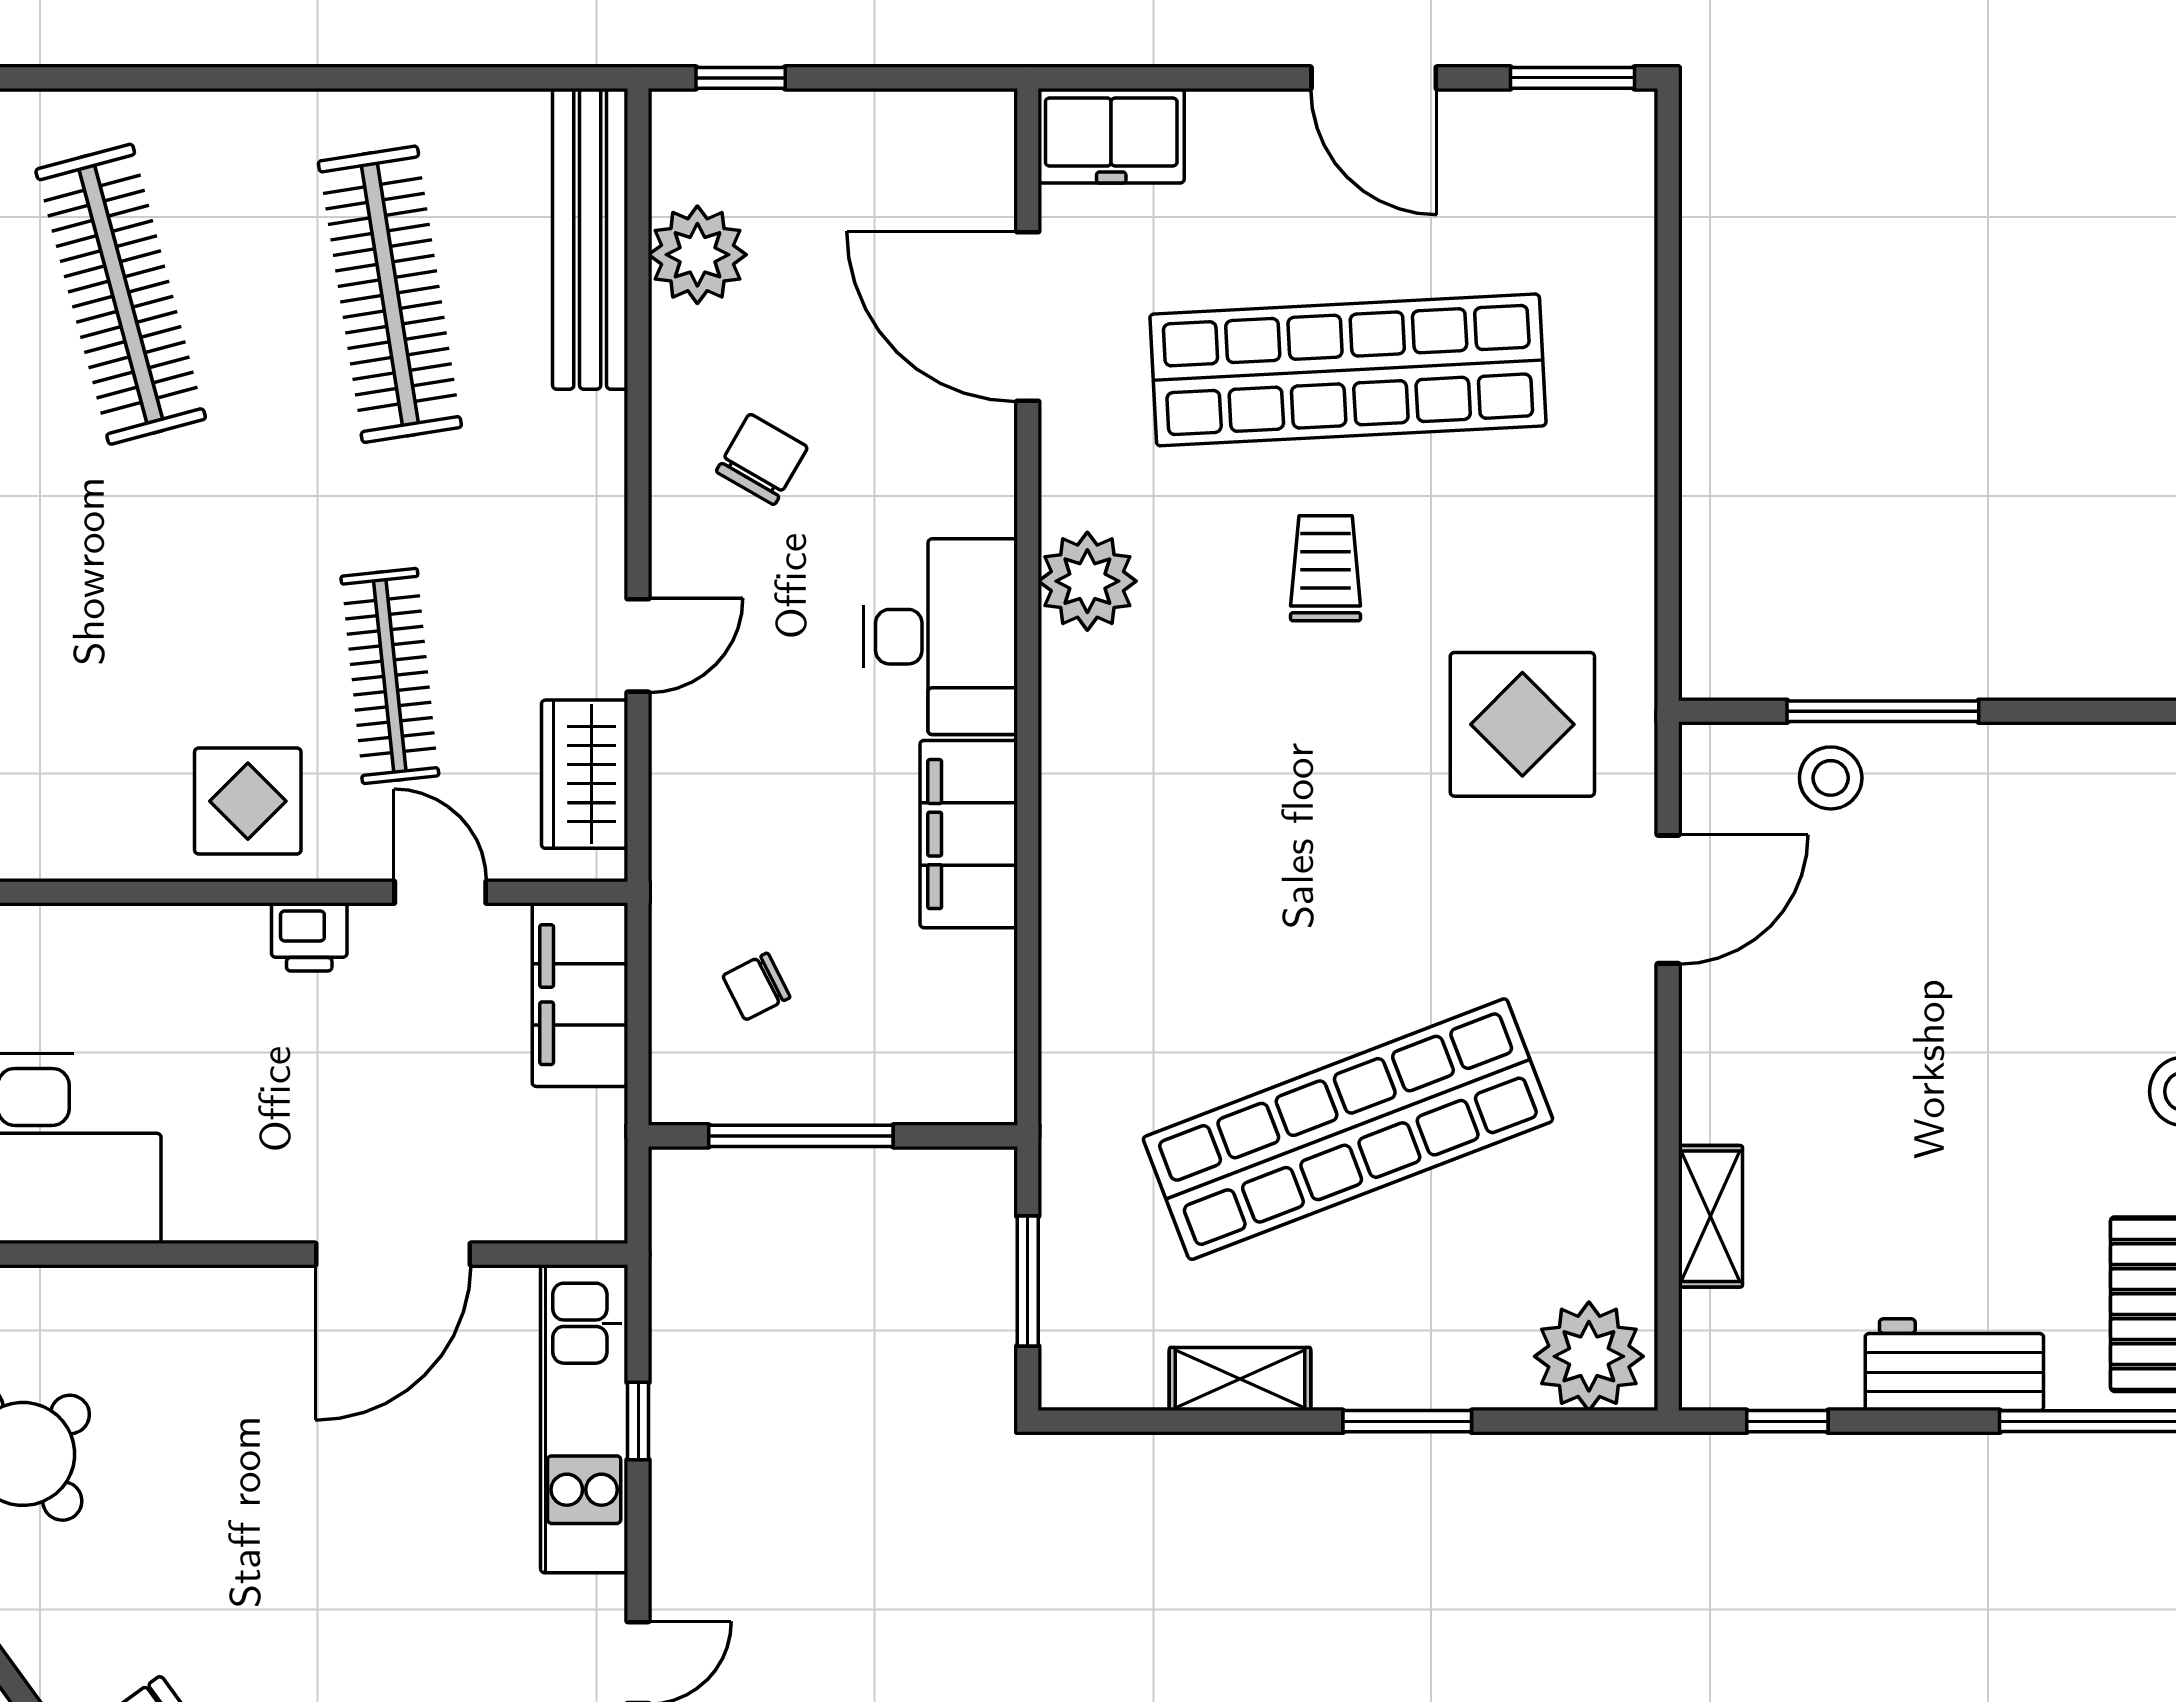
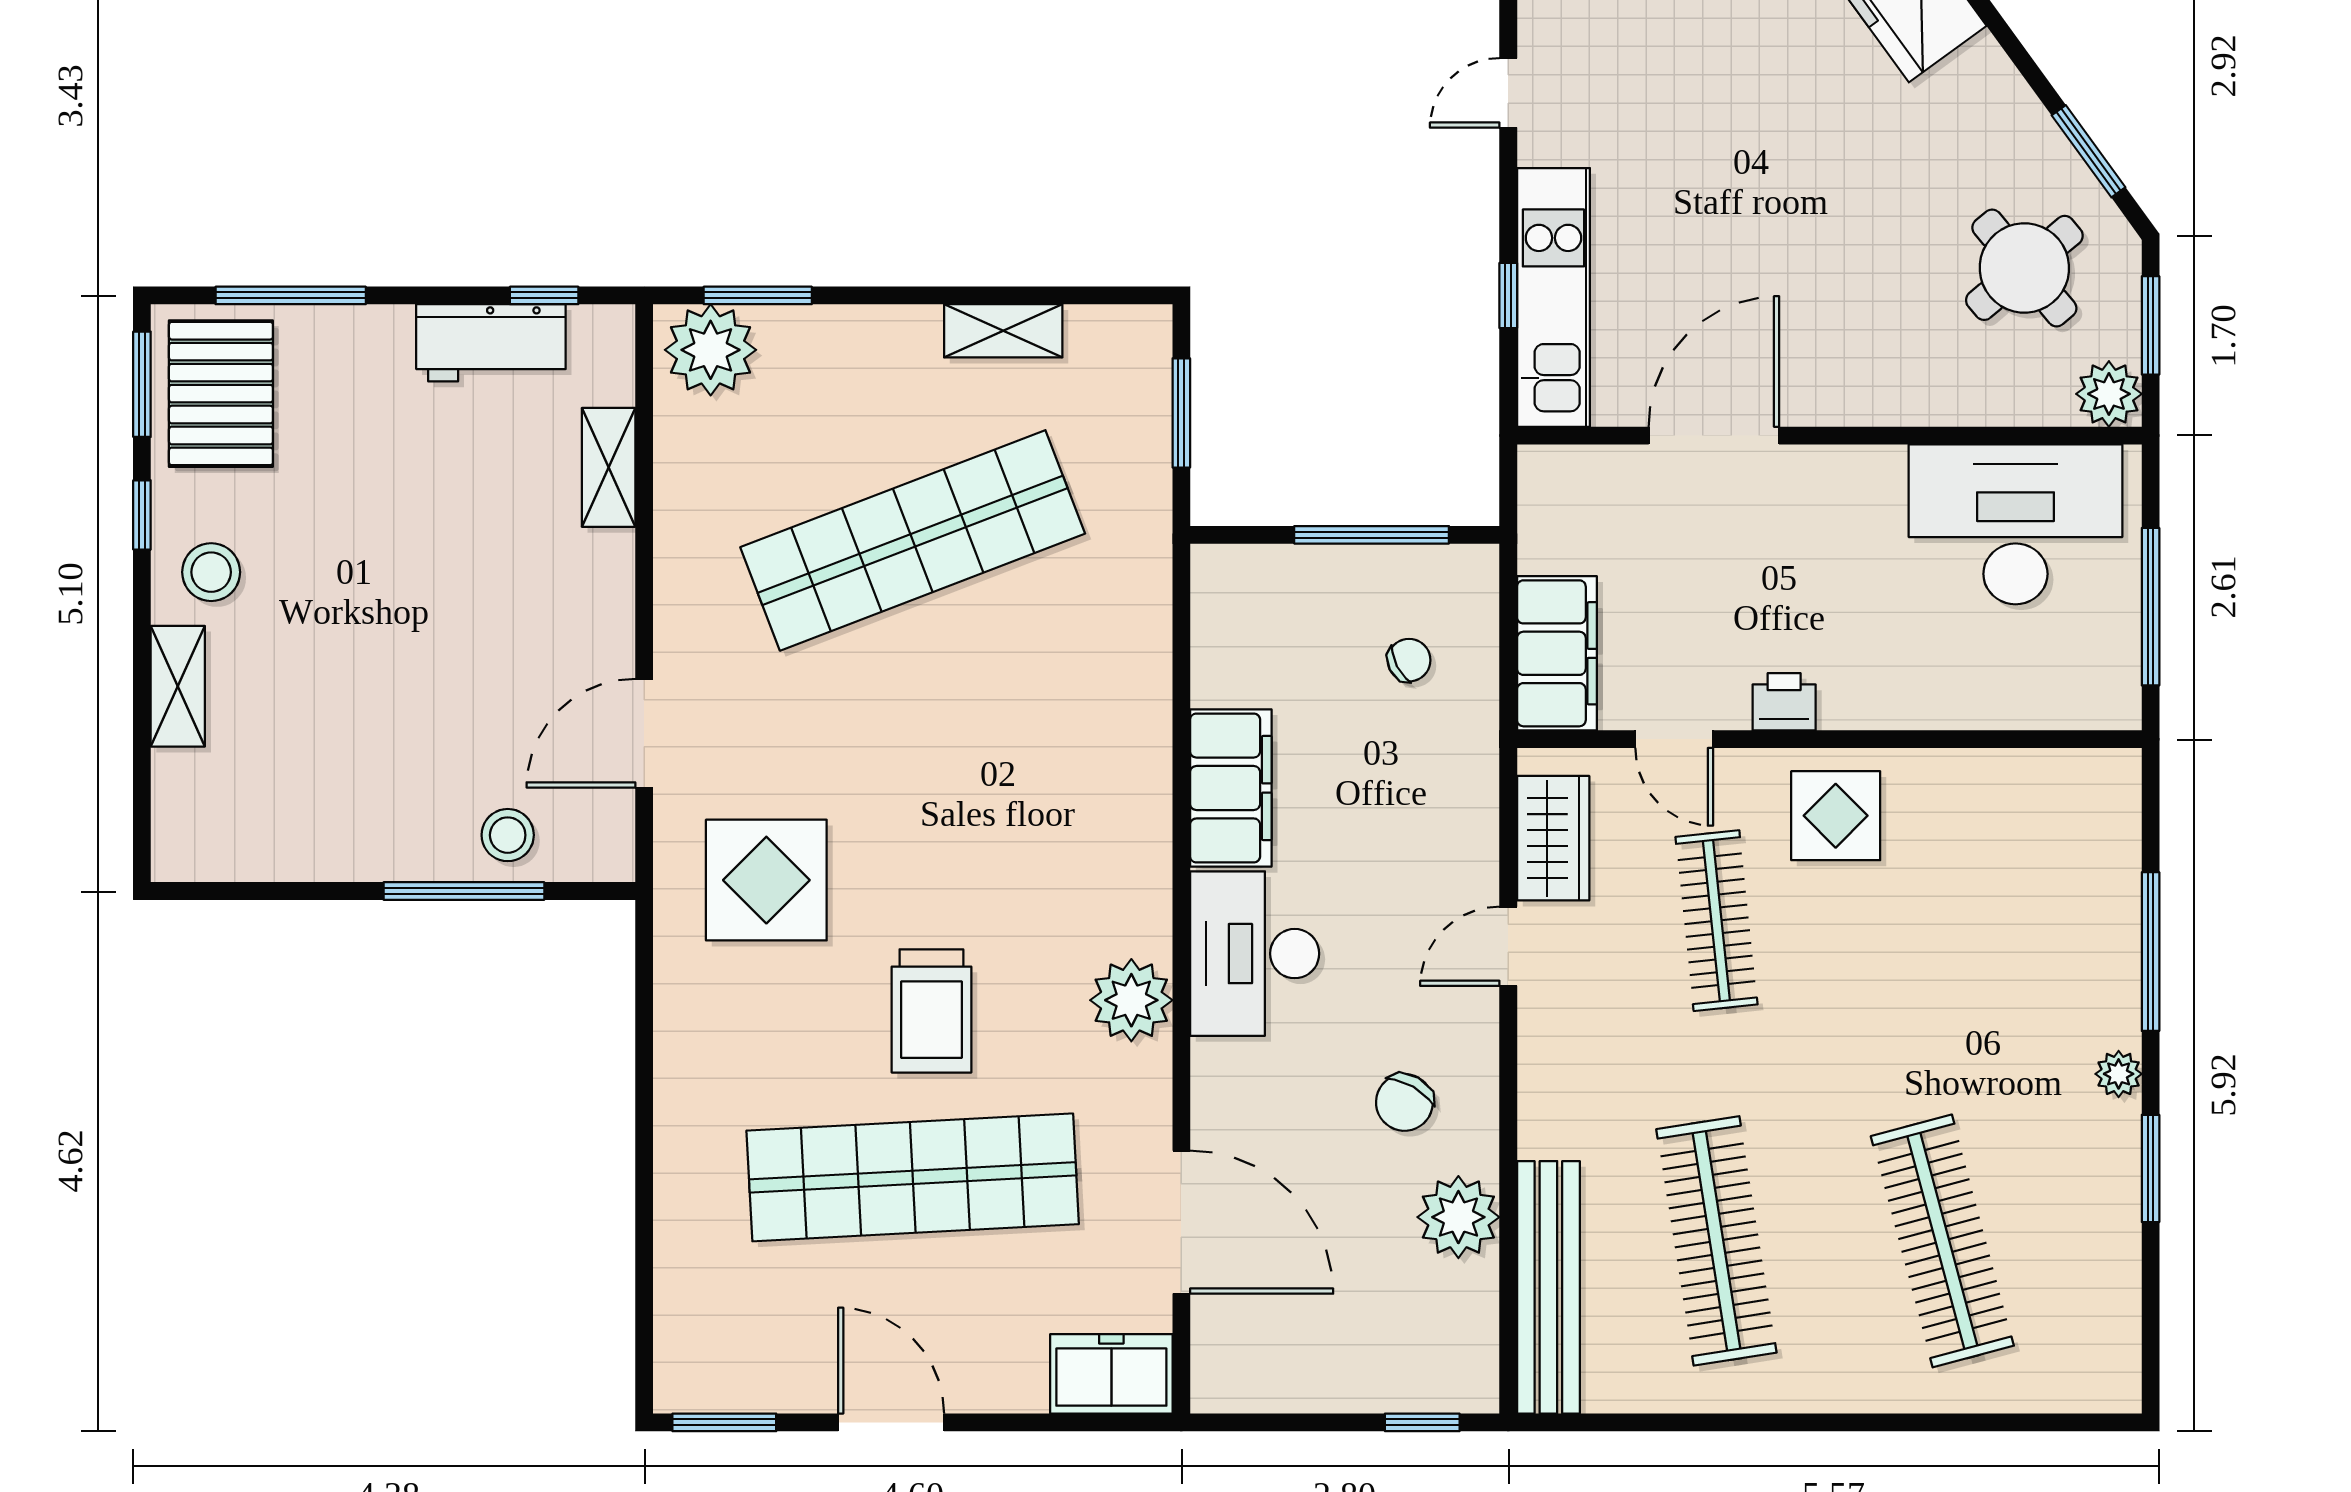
plant: (697, 255) -> (1458, 1217), moved
trolley: (1326, 568) -> (931, 1011), width x1.36, depth x1.39
workbench: (1954, 1365) -> (491, 343), moved
window: (1407, 1421) -> (758, 295), moved

